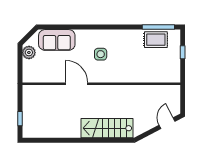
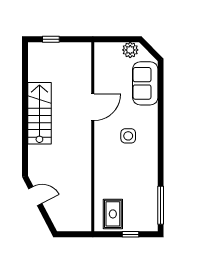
rug: (156, 40) -> (113, 214), moved
door: (167, 123) -> (35, 196), moved
stairs: (107, 128) -> (39, 113), moved

